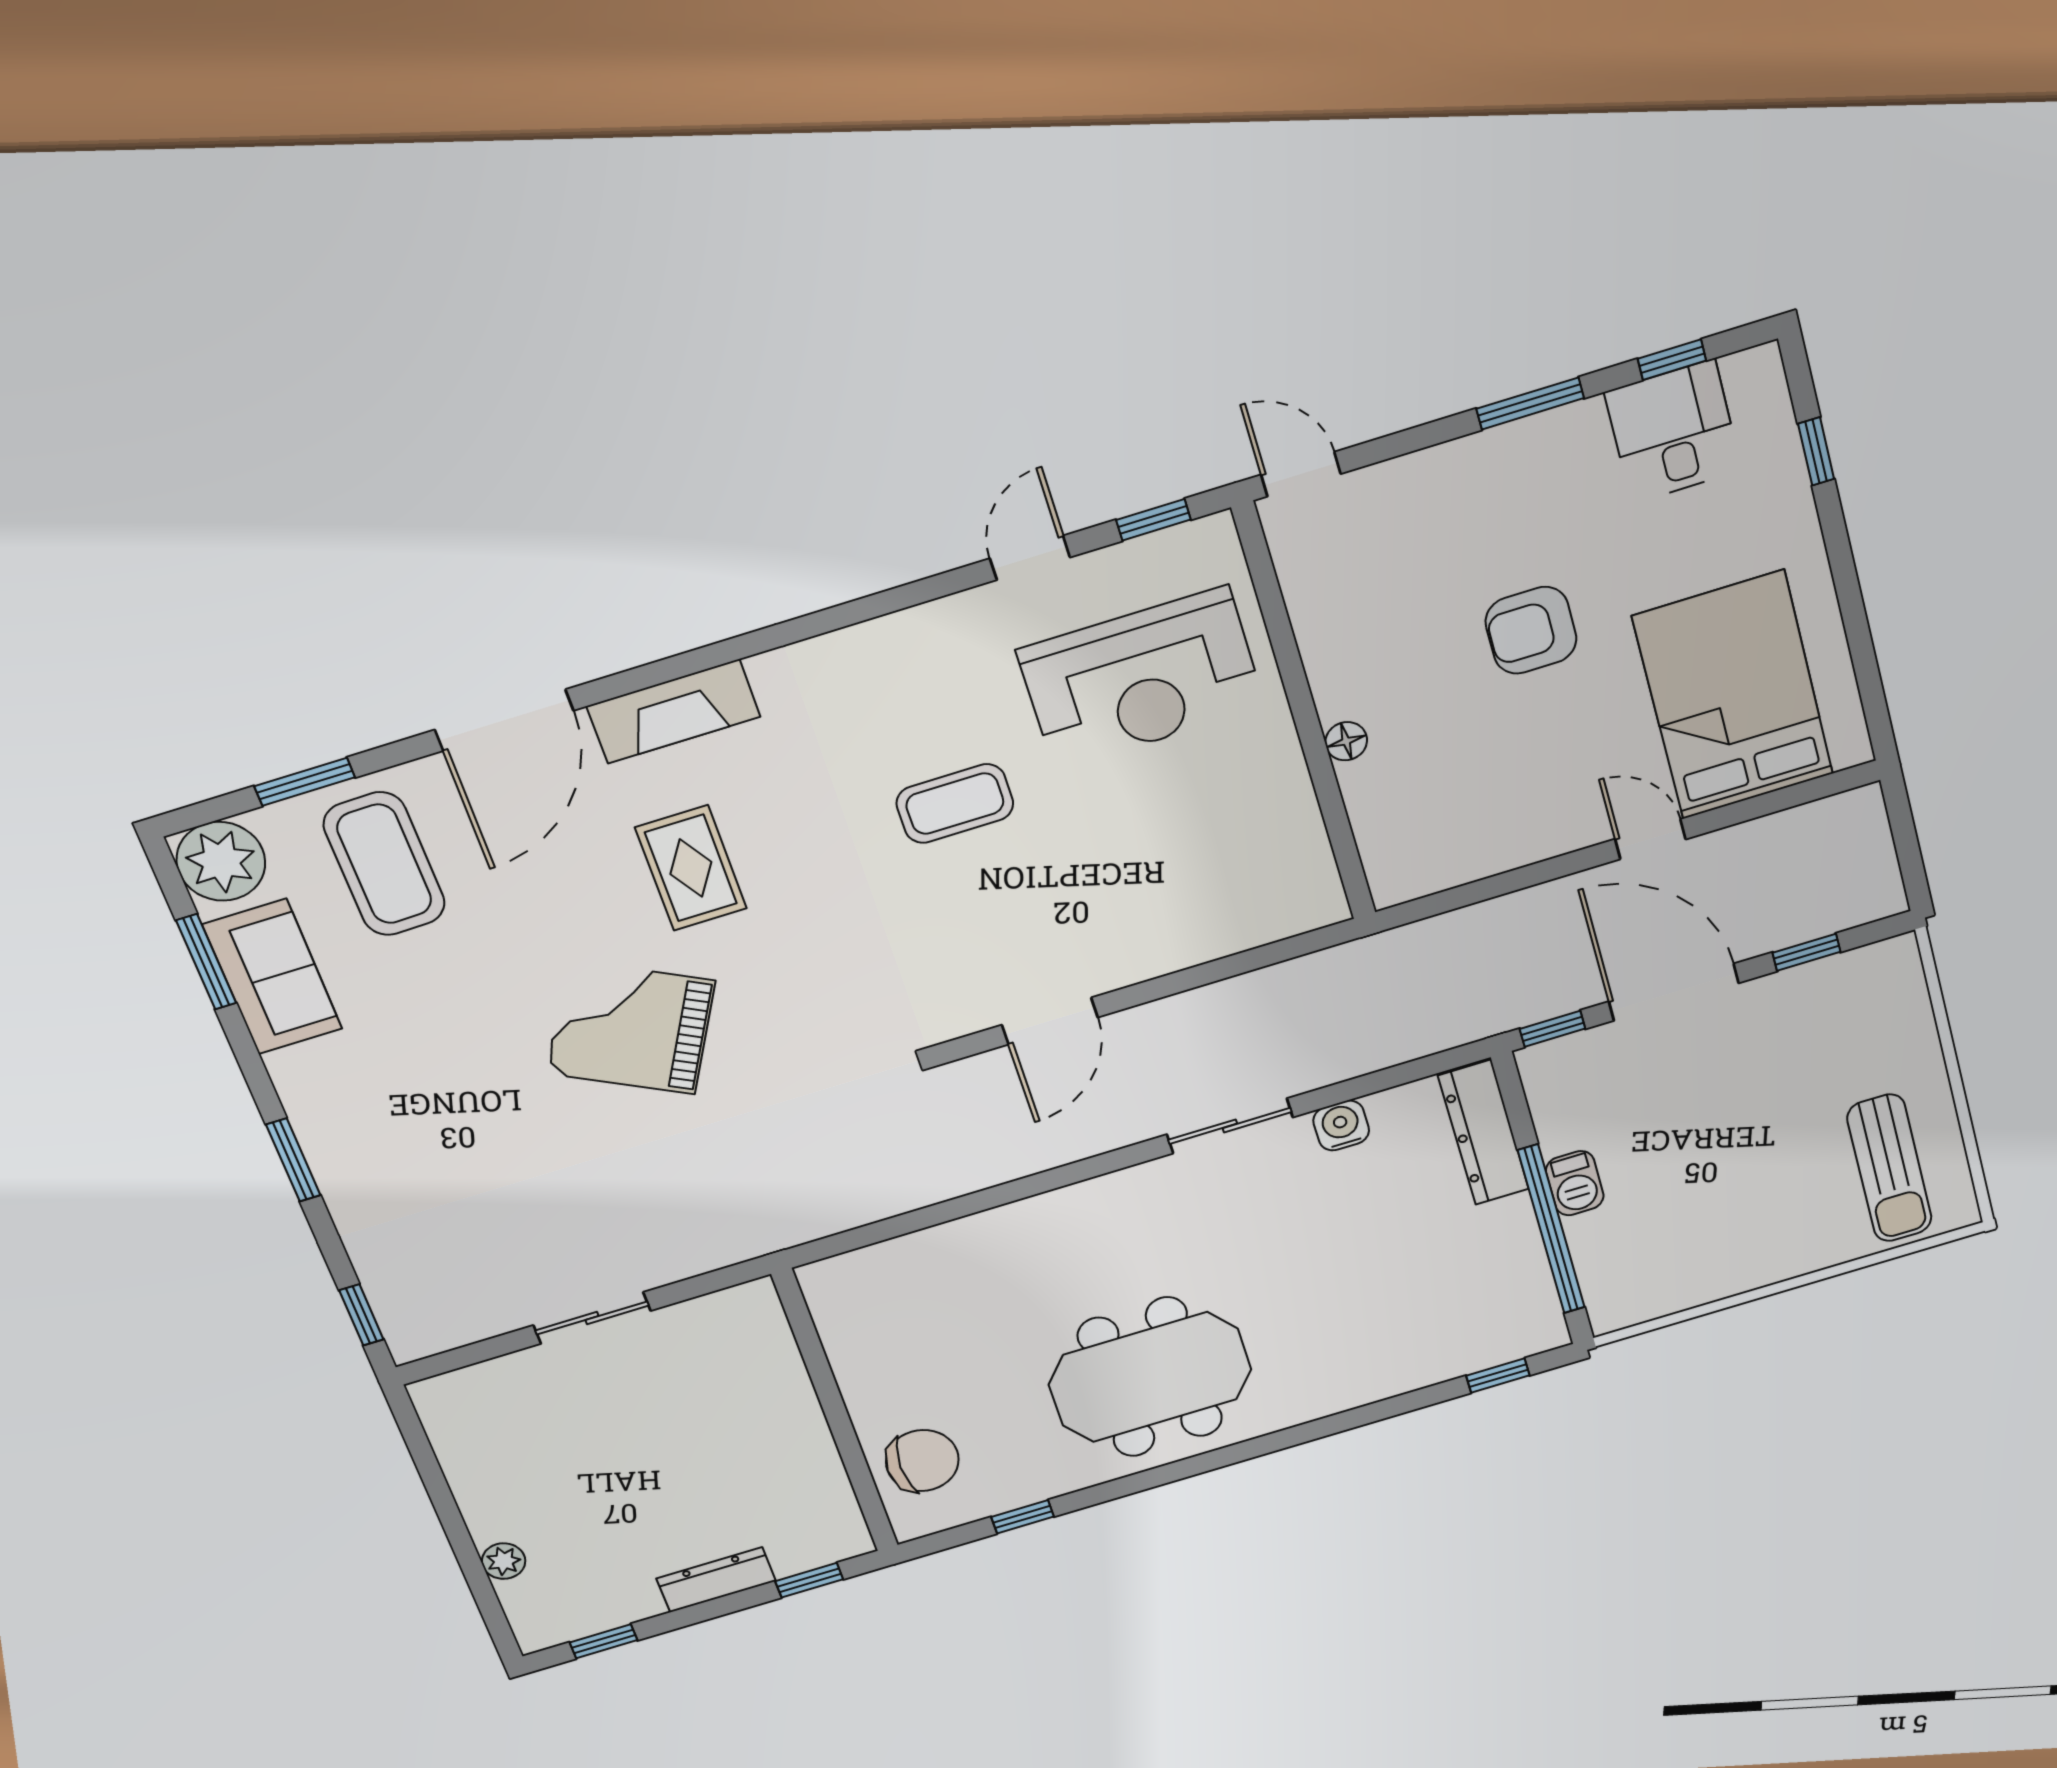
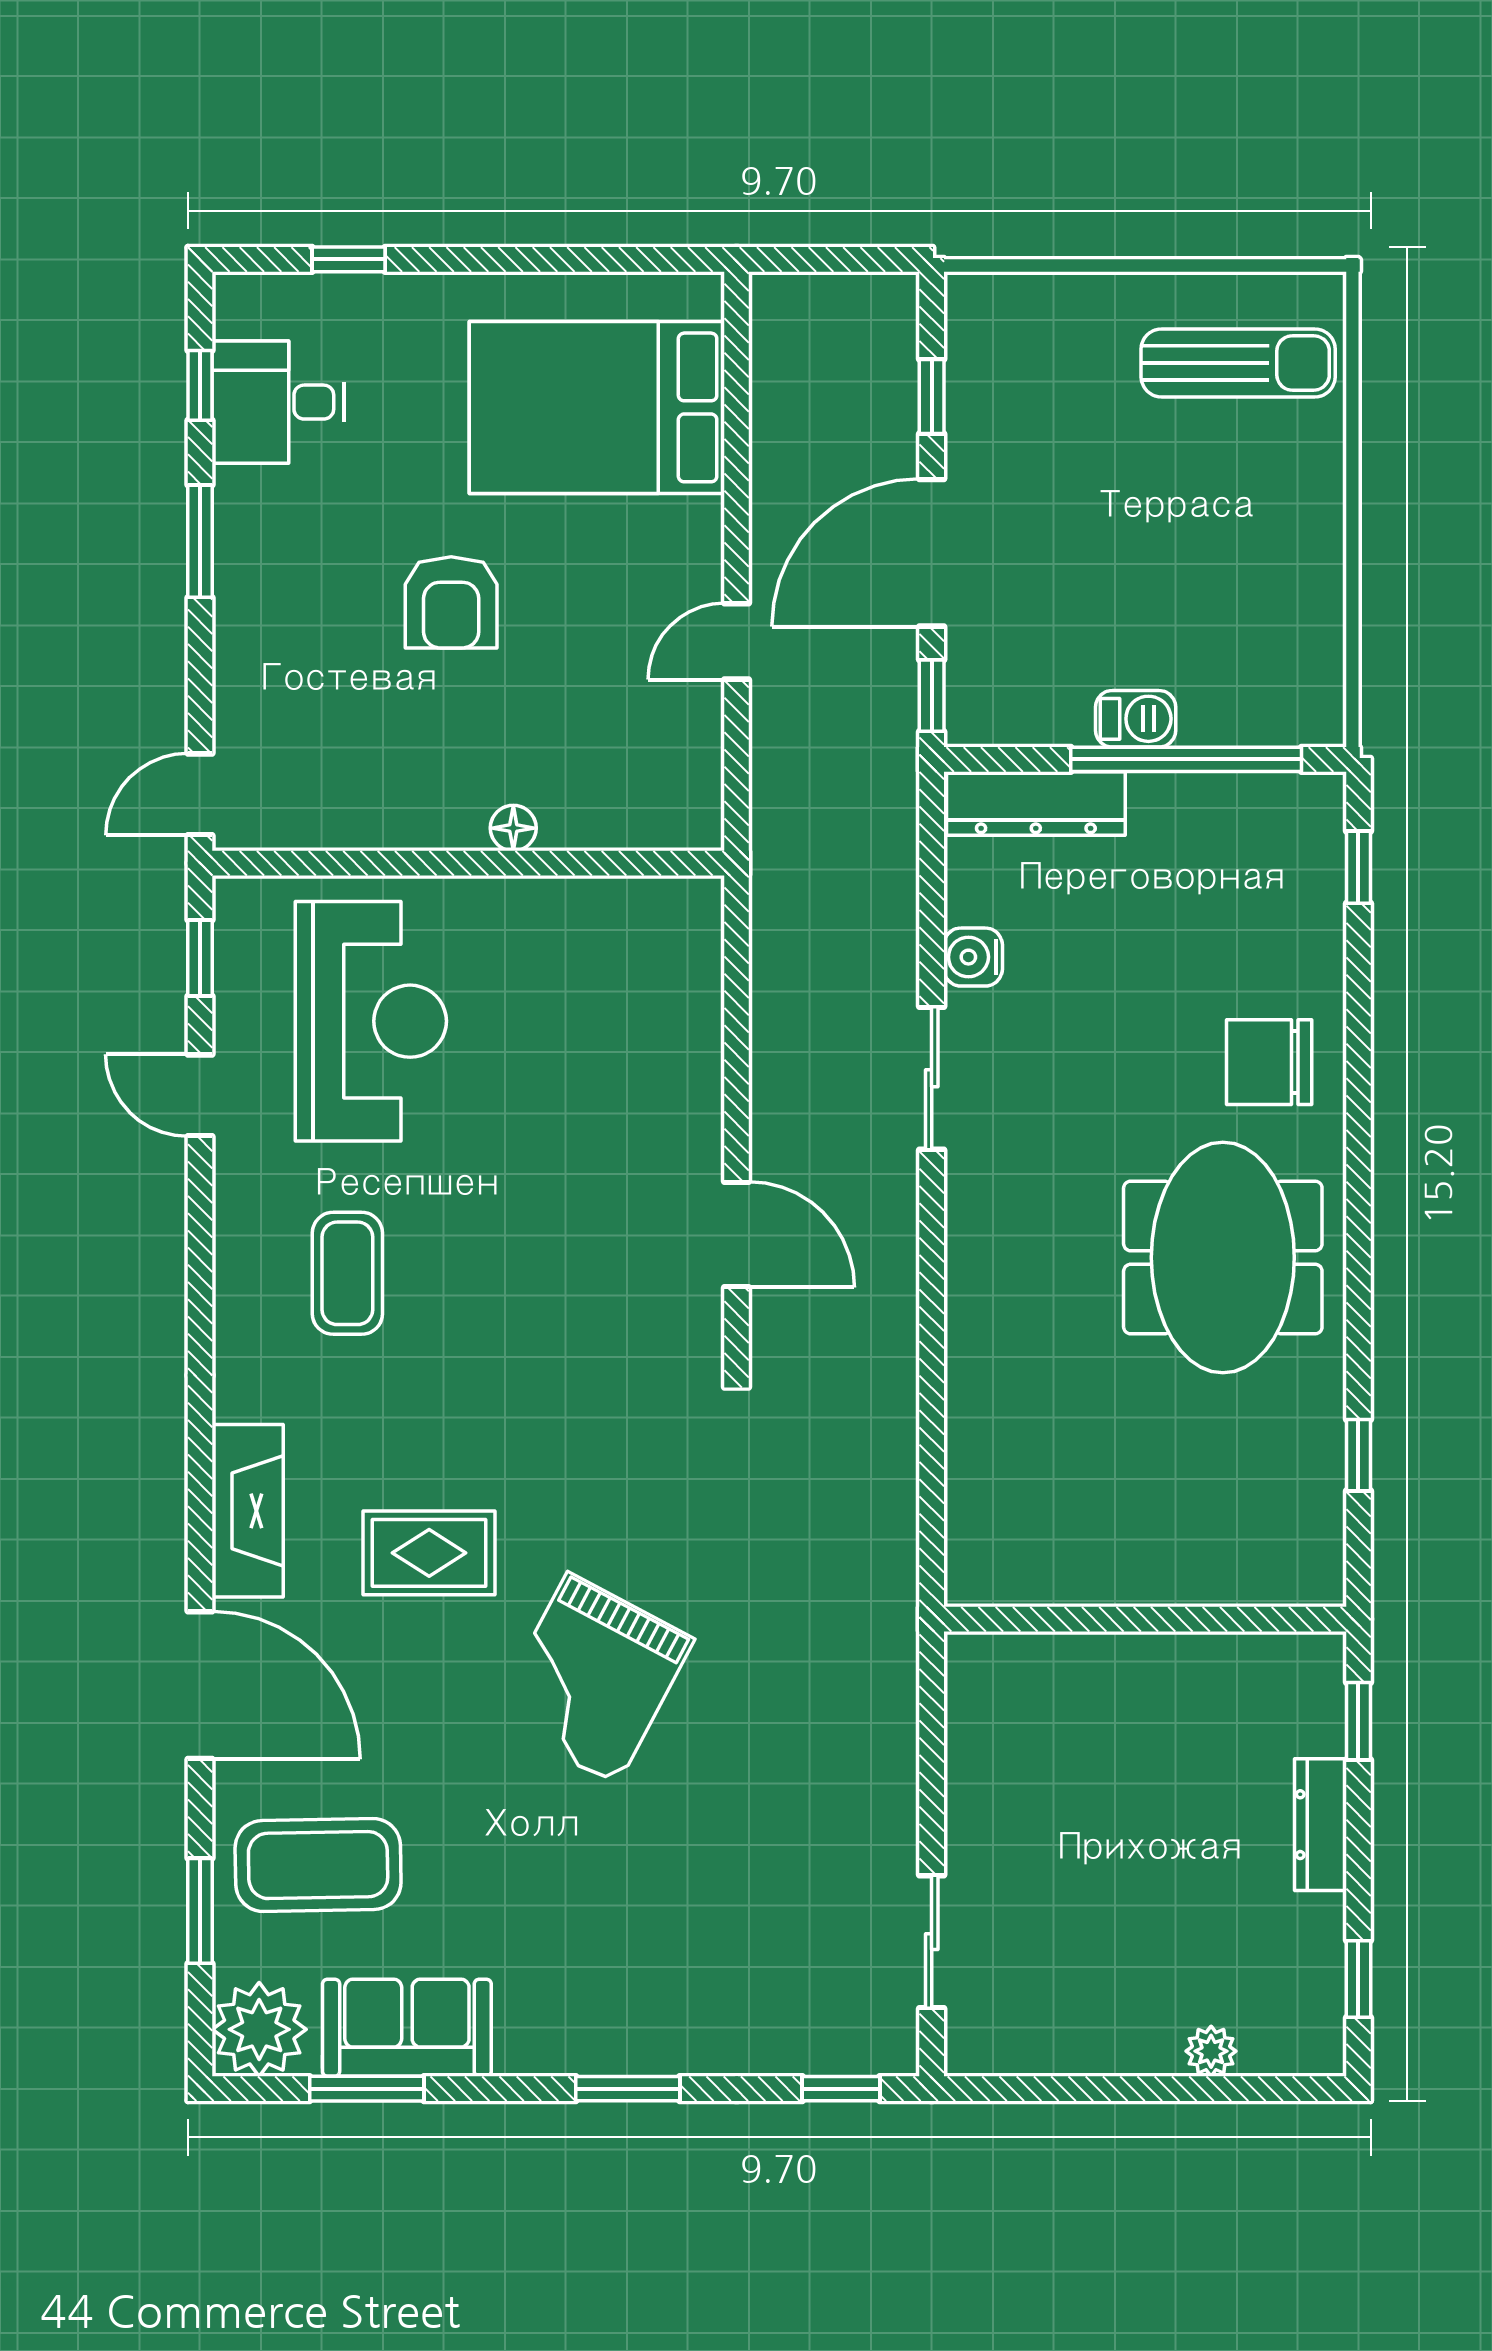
coffee table: (955, 804) -> (347, 1273), moved
door: (1650, 839) -> (737, 641), moved
sliding door: (592, 1318) -> (932, 1942), moved
chair: (922, 1461) -> (1269, 1062), moved, turned -90

